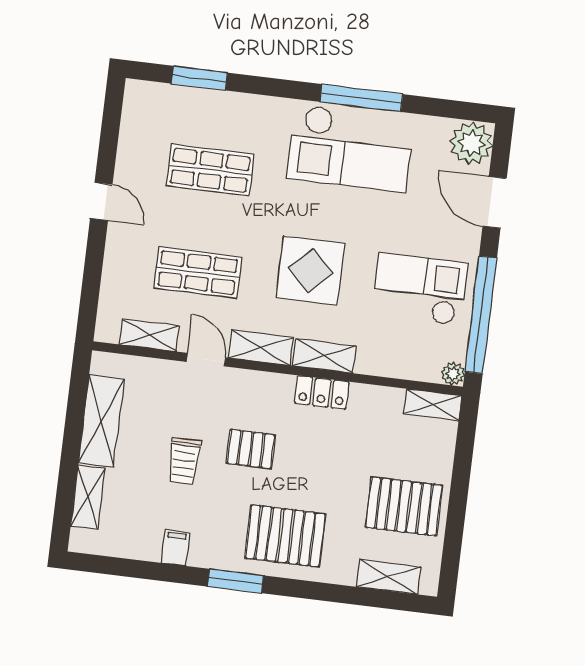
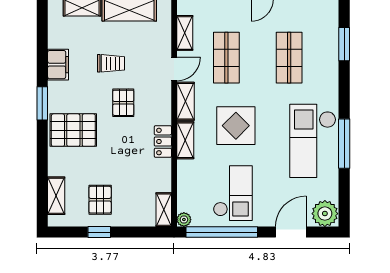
trolley: (184, 461) -> (111, 63), turned 180
pallet: (404, 506) -> (100, 200), width x0.67, depth x0.71
window: (456, 514) -> (99, 232), added
pallet: (285, 536) -> (73, 130), turned 90
filing cabinet: (176, 548) -> (58, 65), width x2.00

